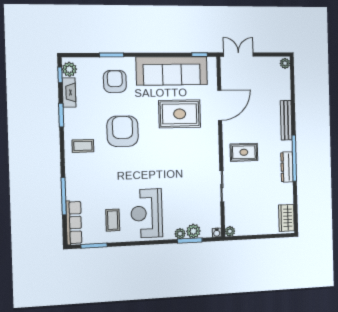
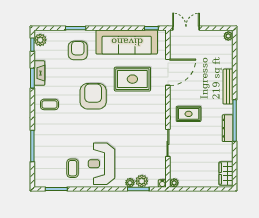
fireplace: (69, 92) -> (39, 73), moved
armchair: (123, 131) -> (93, 96), moved
row of seats: (74, 223) -> (40, 169), removed

